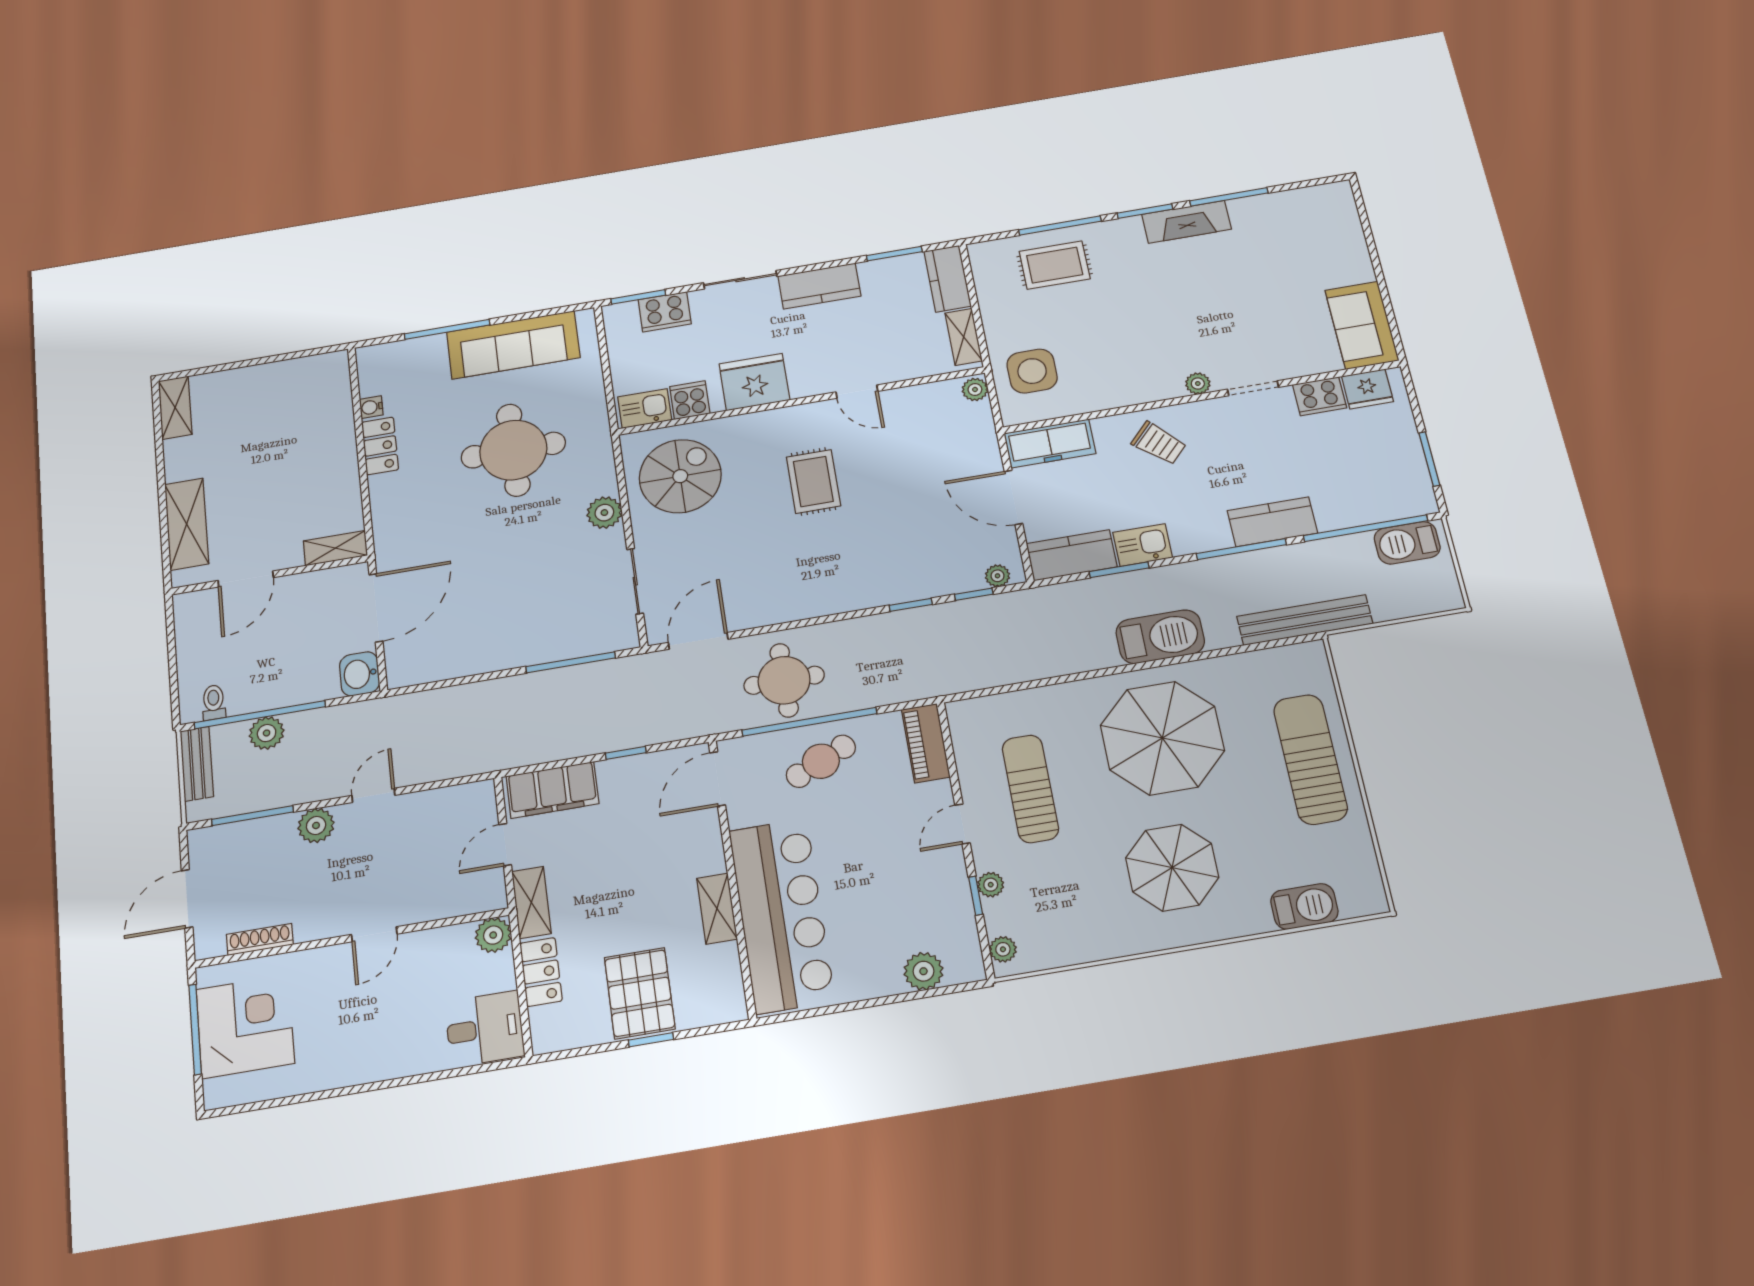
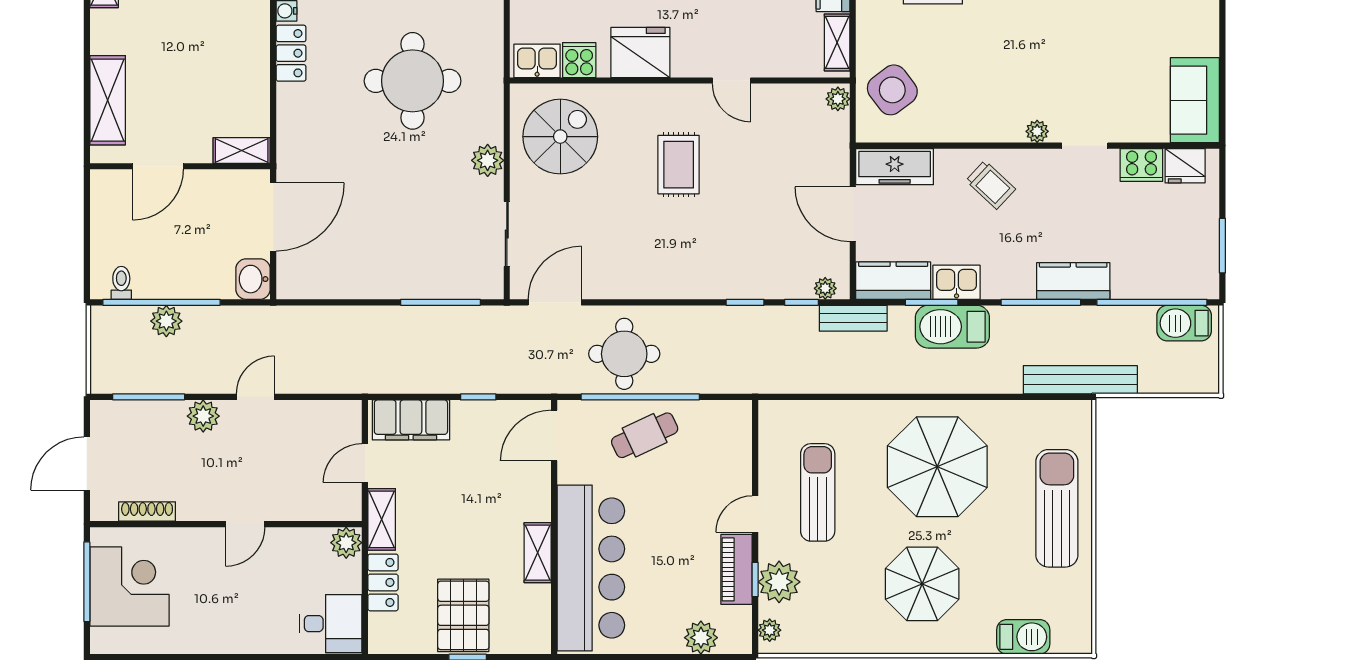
side table: (1032, 371) -> (892, 90), turned -37
barbecue: (1160, 637) -> (952, 327), moved, turned 180
piano: (926, 743) -> (737, 569), moved
bench: (197, 764) -> (853, 318), moved, turned 90
plant: (991, 885) -> (779, 582), width x1.88, depth x1.88

